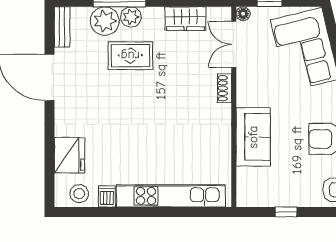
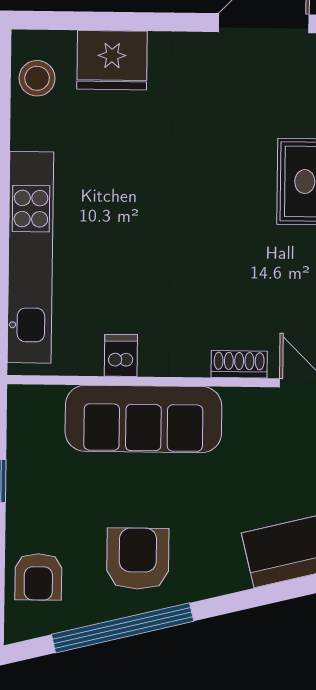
sofa: (253, 137) -> (143, 419), width x1.36
dishwasher: (107, 196) -> (121, 355), moved, turned -90

